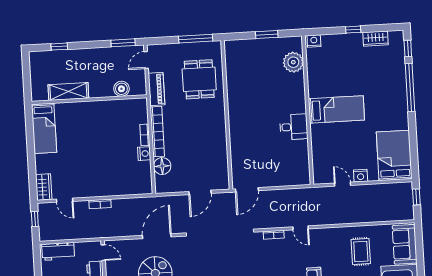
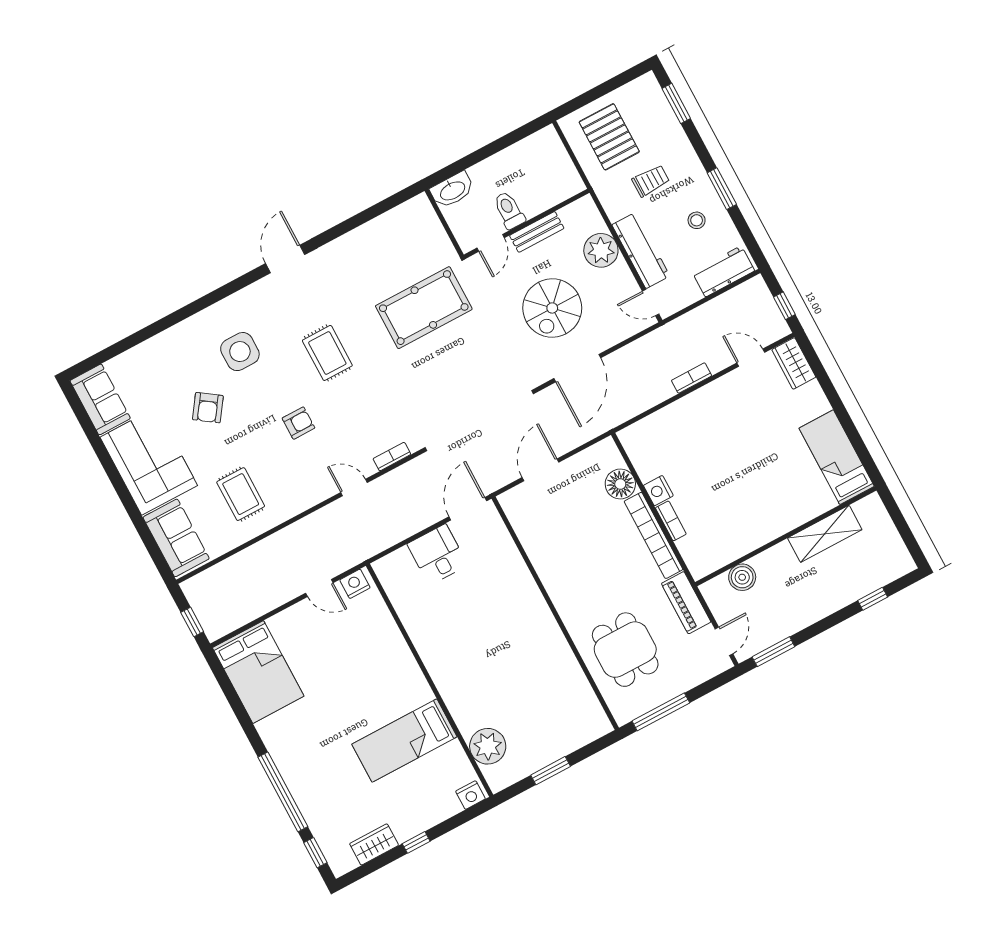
bed: (336, 109) -> (404, 740), moved
desk: (294, 127) -> (437, 555), moved, turned 90
nightstand: (361, 176) -> (355, 584), moved

